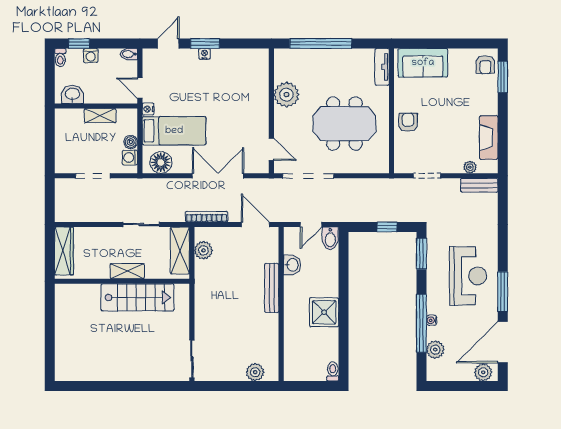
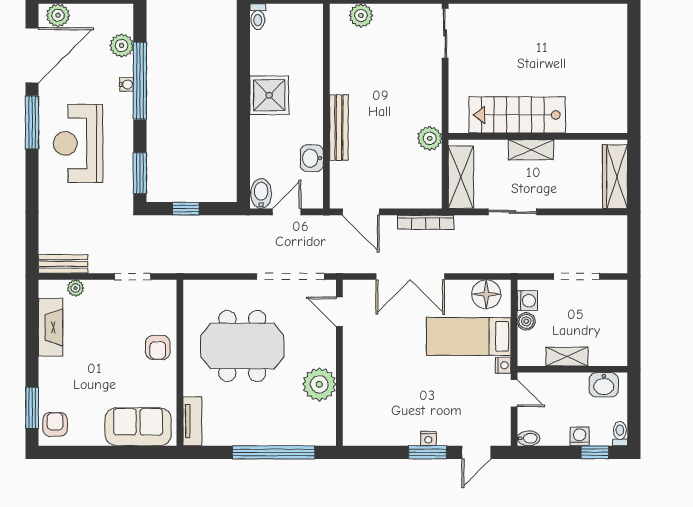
plant: (203, 250) -> (430, 138), moved

